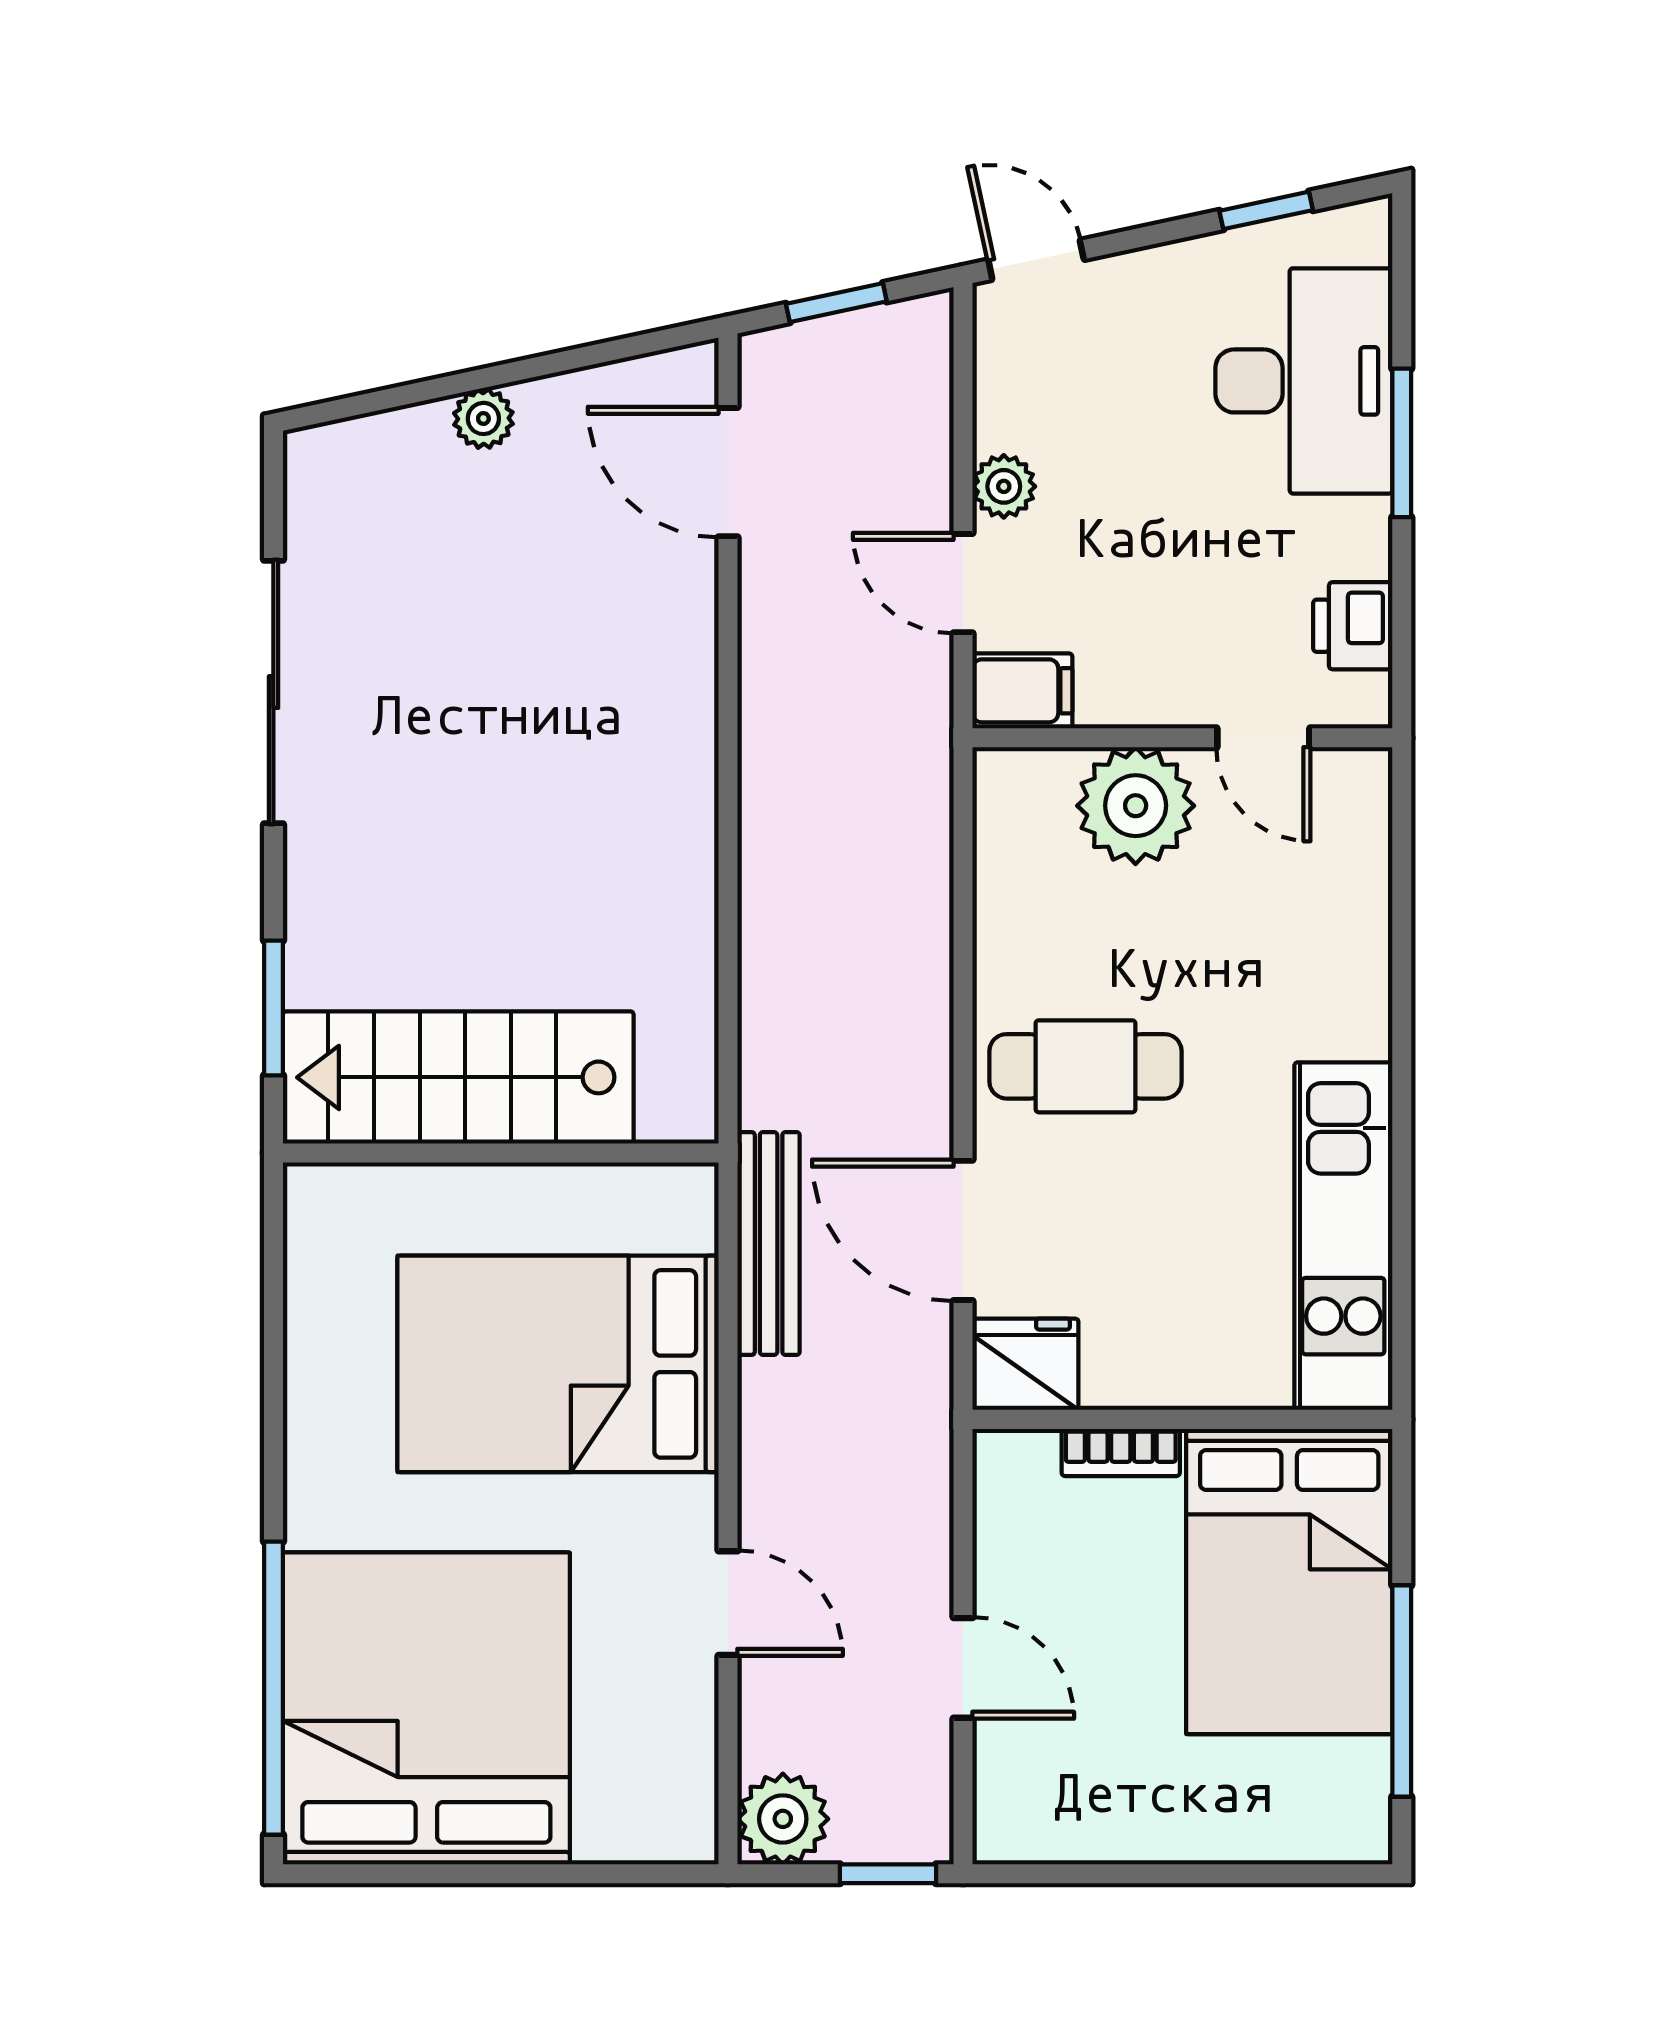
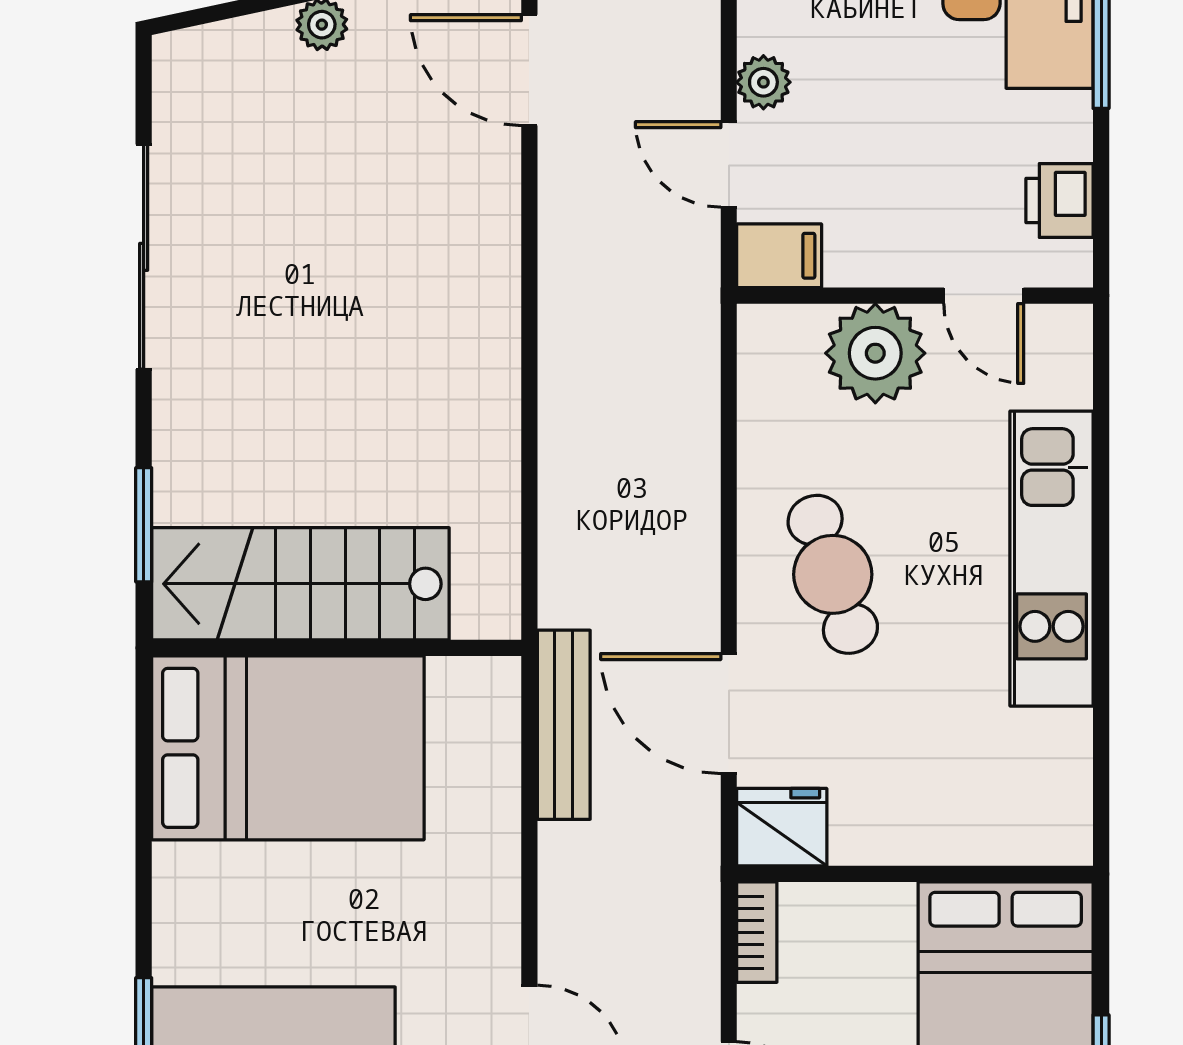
cafe table: (1086, 1066) -> (833, 574), turned 72
kitchen unit: (1343, 1236) -> (1052, 559), moved
bed: (558, 1364) -> (288, 748), moved, turned 180
bookcase: (1121, 1452) -> (757, 932), moved, turned -90

